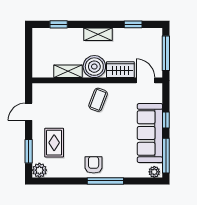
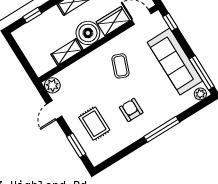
coffee table: (98, 100) -> (120, 66), moved
window: (166, 120) -> (170, 22), moved
armchair: (94, 165) -> (131, 110), moved
plant: (39, 170) -> (52, 85), moved

